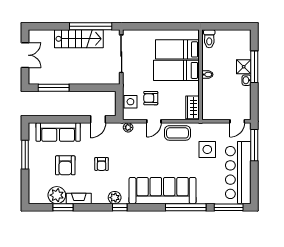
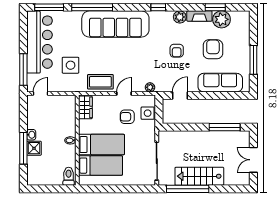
armchair: (151, 98) -> (127, 117), turned 180
armchair: (101, 164) -> (177, 51), turned 180
plant: (115, 198) -> (180, 17), moved

